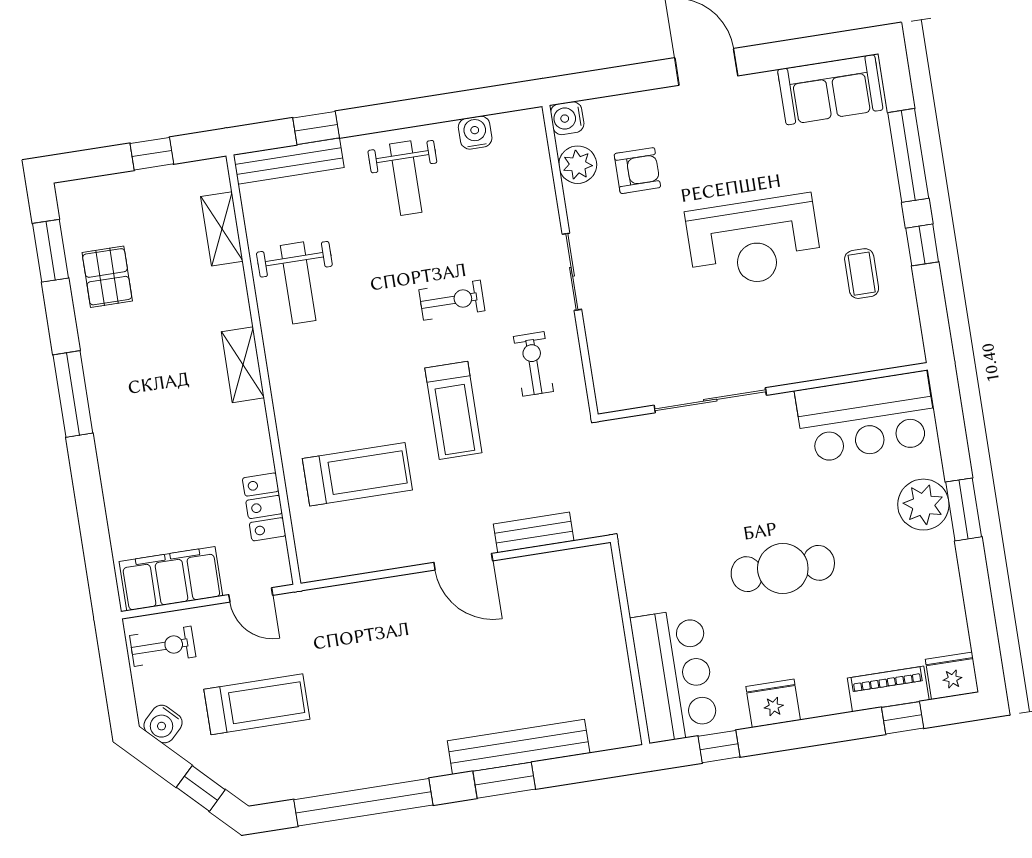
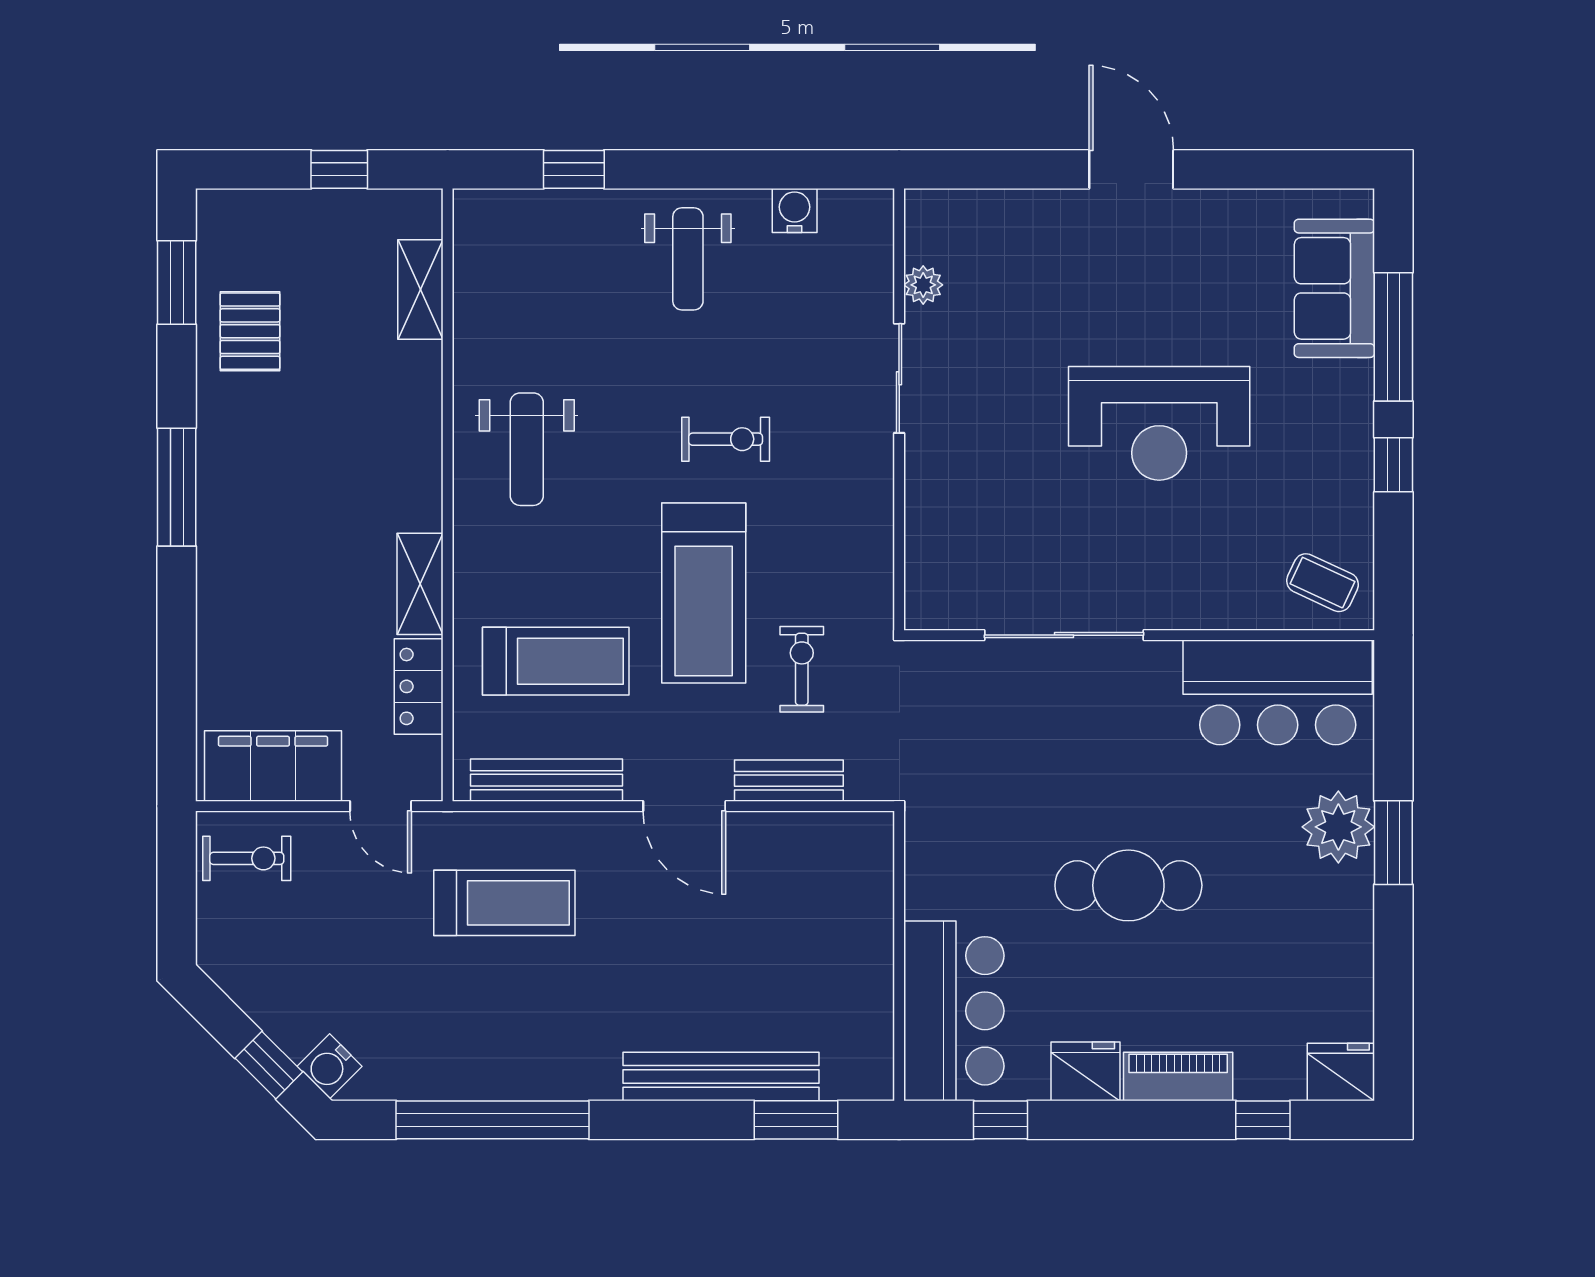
sofa: (830, 90) -> (1334, 288), moved, turned 90
water cooler: (567, 118) -> (926, 210), removed
bench: (289, 161) -> (547, 780), moved
plant: (578, 165) -> (923, 285), width x0.73, depth x0.73
armchair: (637, 171) -> (1013, 299), removed
sliding door: (572, 272) -> (899, 378), moved
coffee table: (862, 274) -> (1323, 583), moved, turned -65
weight bench: (298, 283) -> (527, 449), moved
exercise bike: (533, 364) -> (802, 669), moved
shelving: (243, 365) -> (420, 584), moved
treadmill: (453, 410) -> (704, 593), width x1.37, depth x1.38
piano: (888, 689) -> (1178, 1076), moved
treadmill: (257, 704) -> (504, 903), moved
water cooler: (163, 724) -> (330, 1066), moved
window: (504, 780) -> (796, 1120), moved

